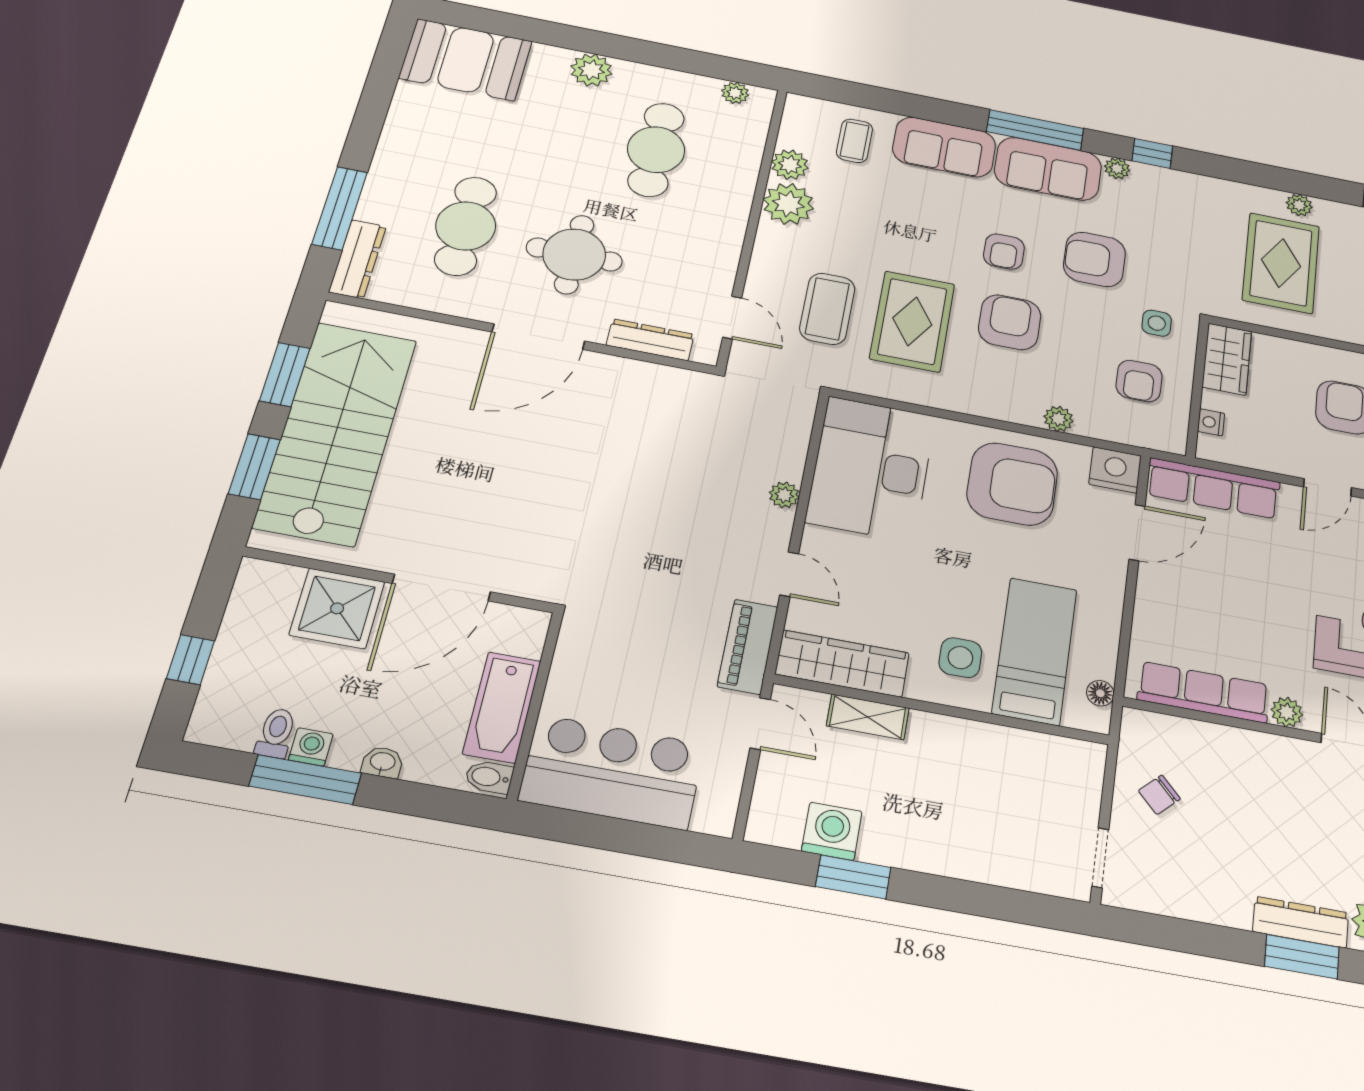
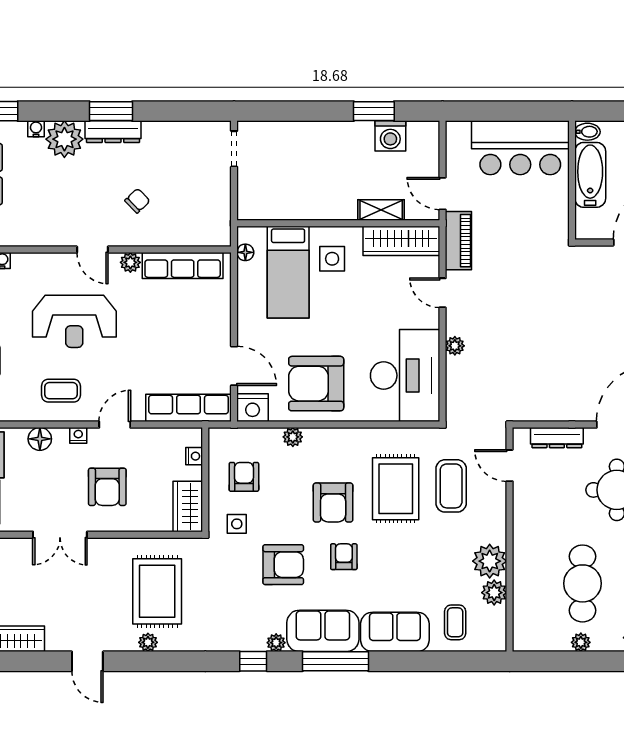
plant: (735, 93) -> (581, 642), moved
door: (1137, 533) -> (234, 366), swing flipped
chair: (1159, 795) -> (137, 201), moved

